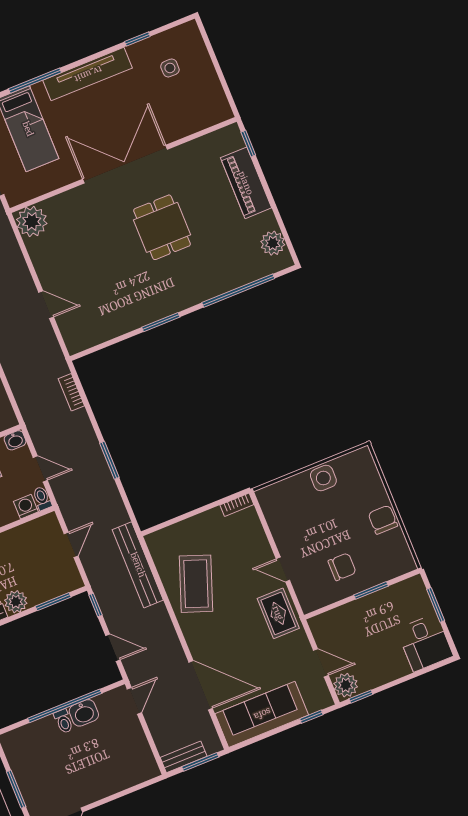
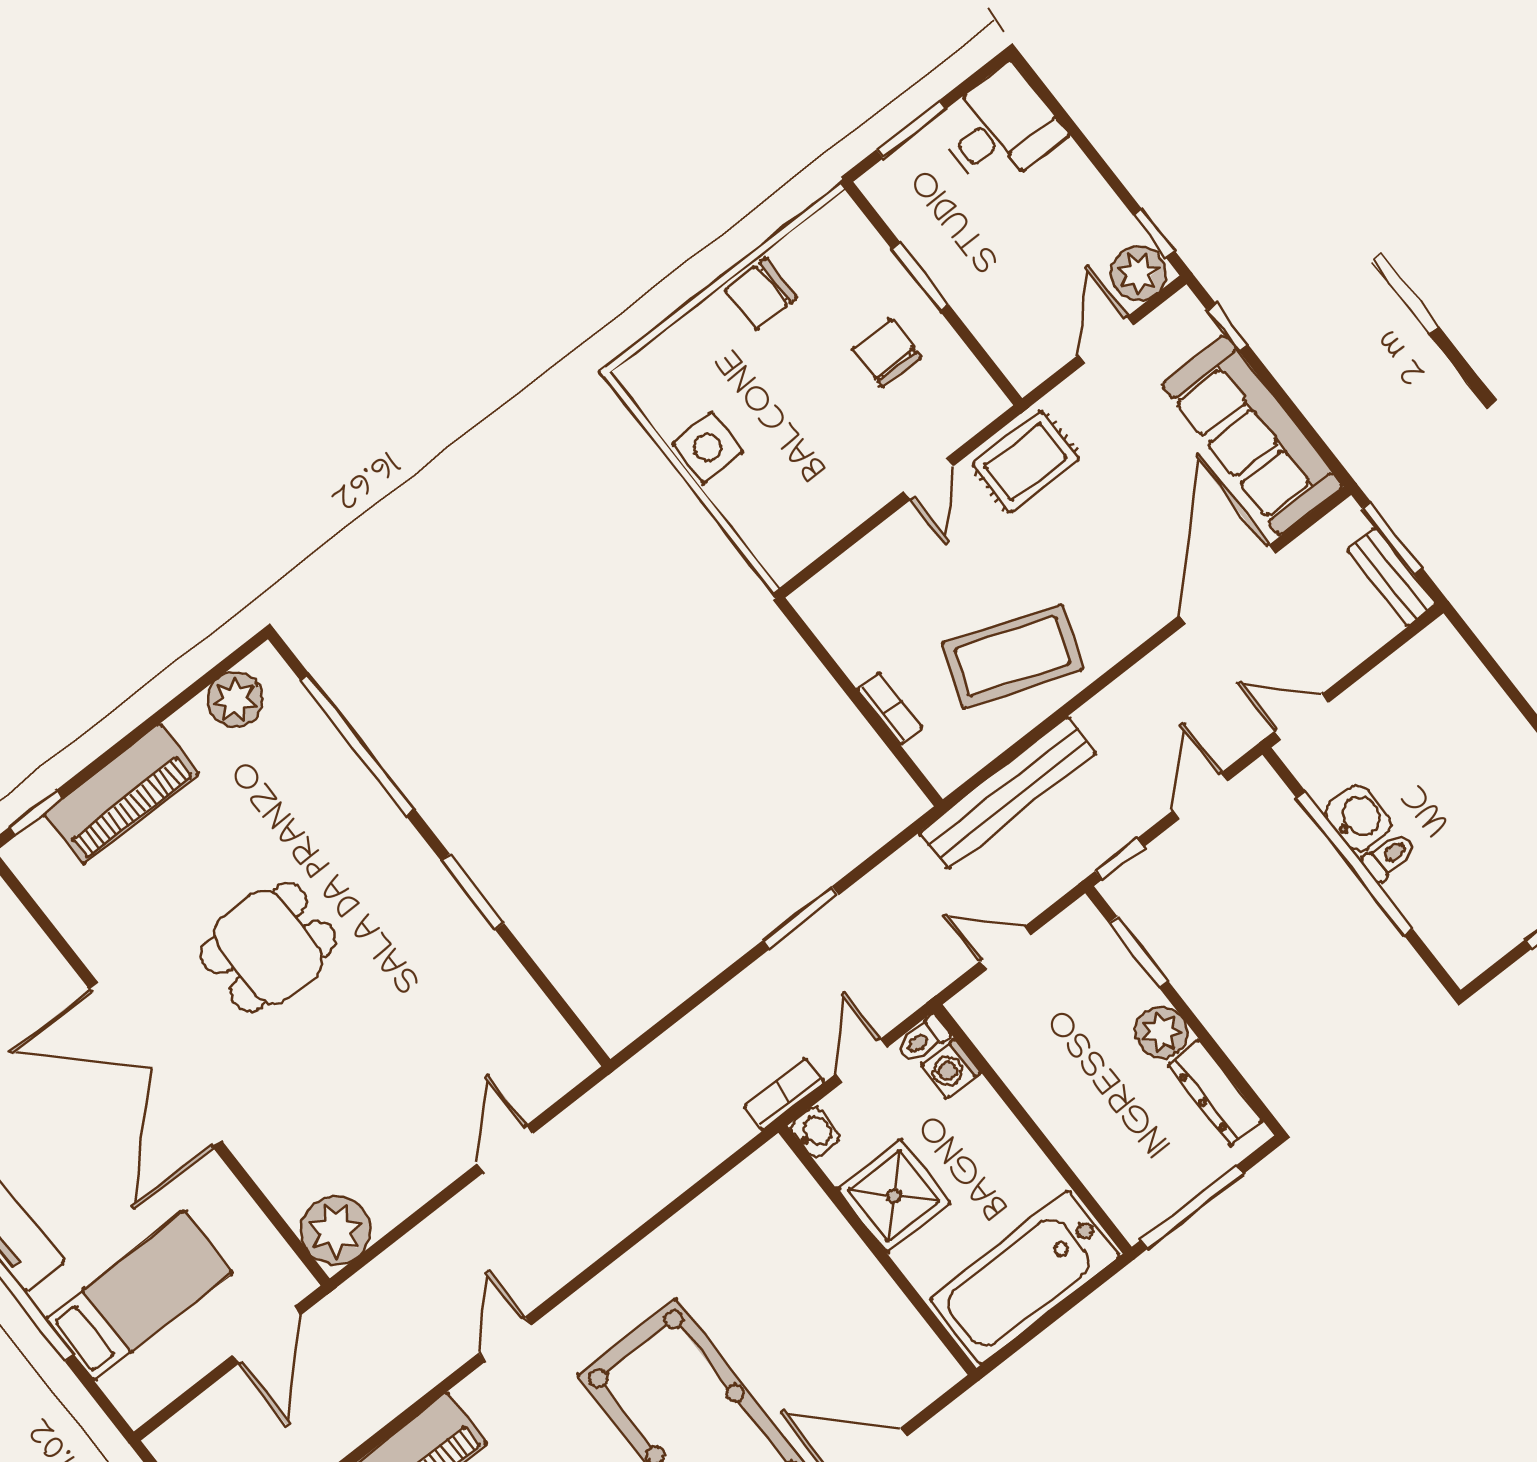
bookcase: (71, 392) -> (784, 1094), moved, turned 180
bookcase: (237, 505) -> (890, 709), moved

